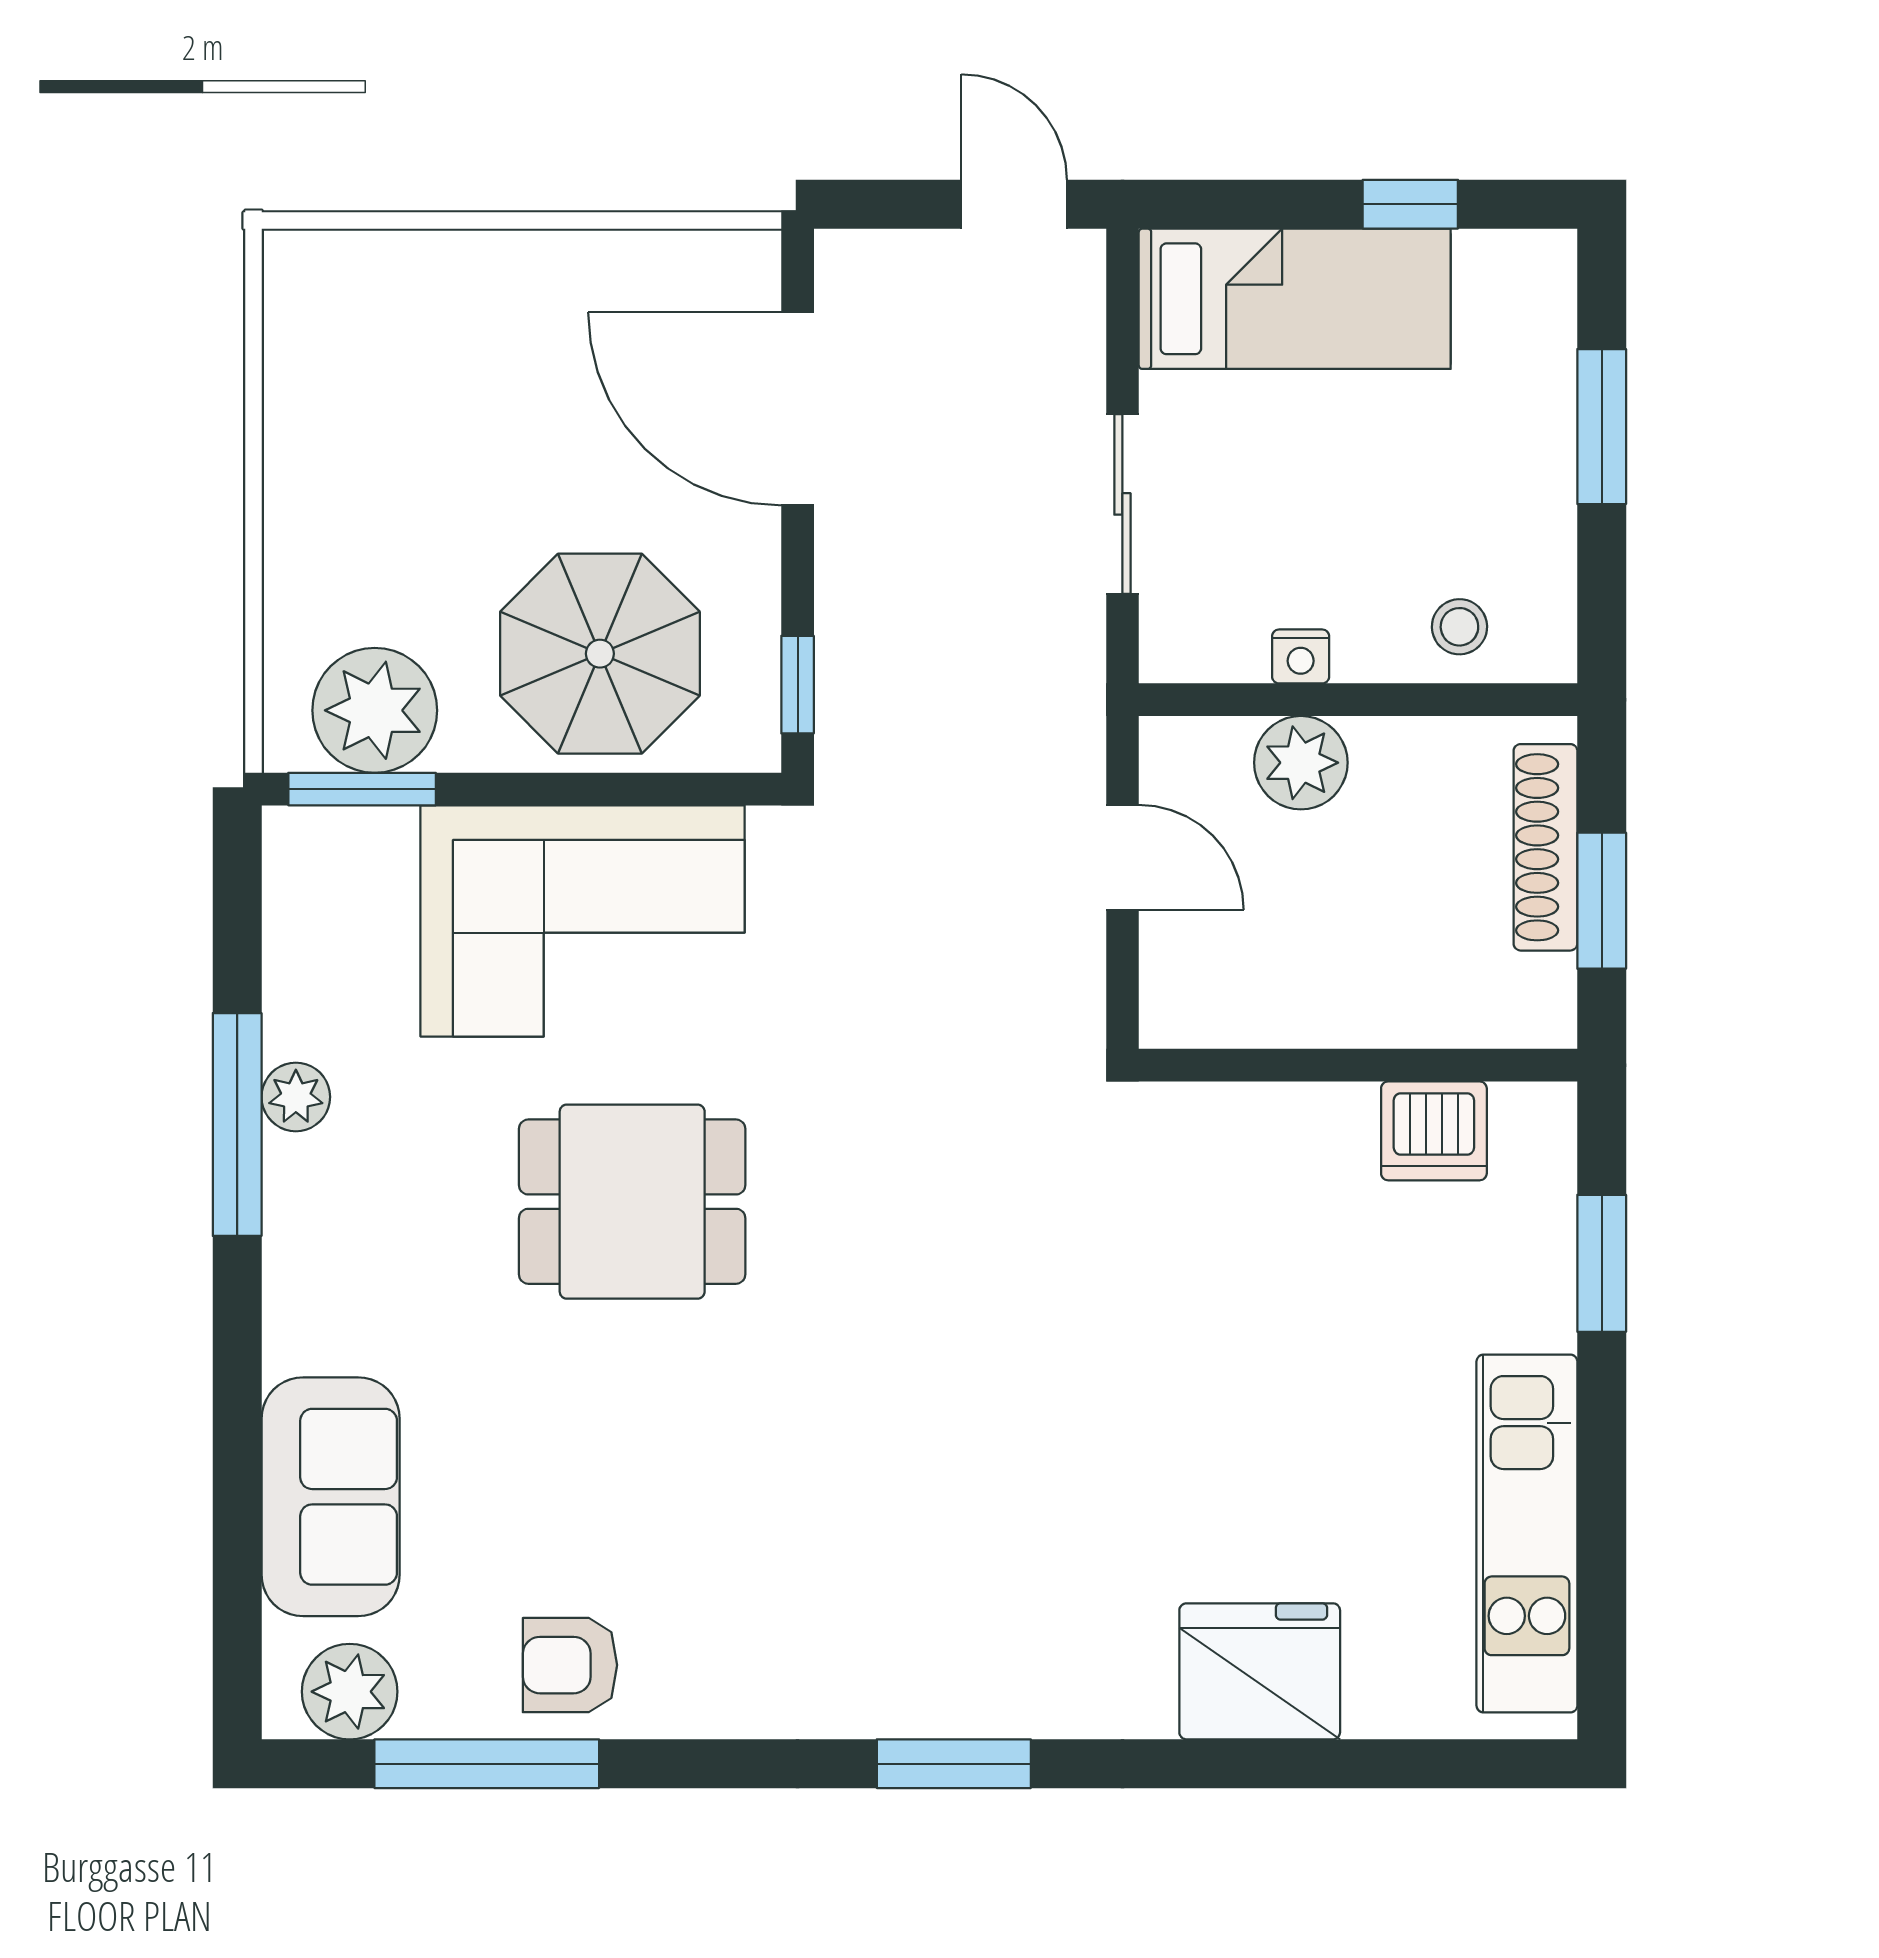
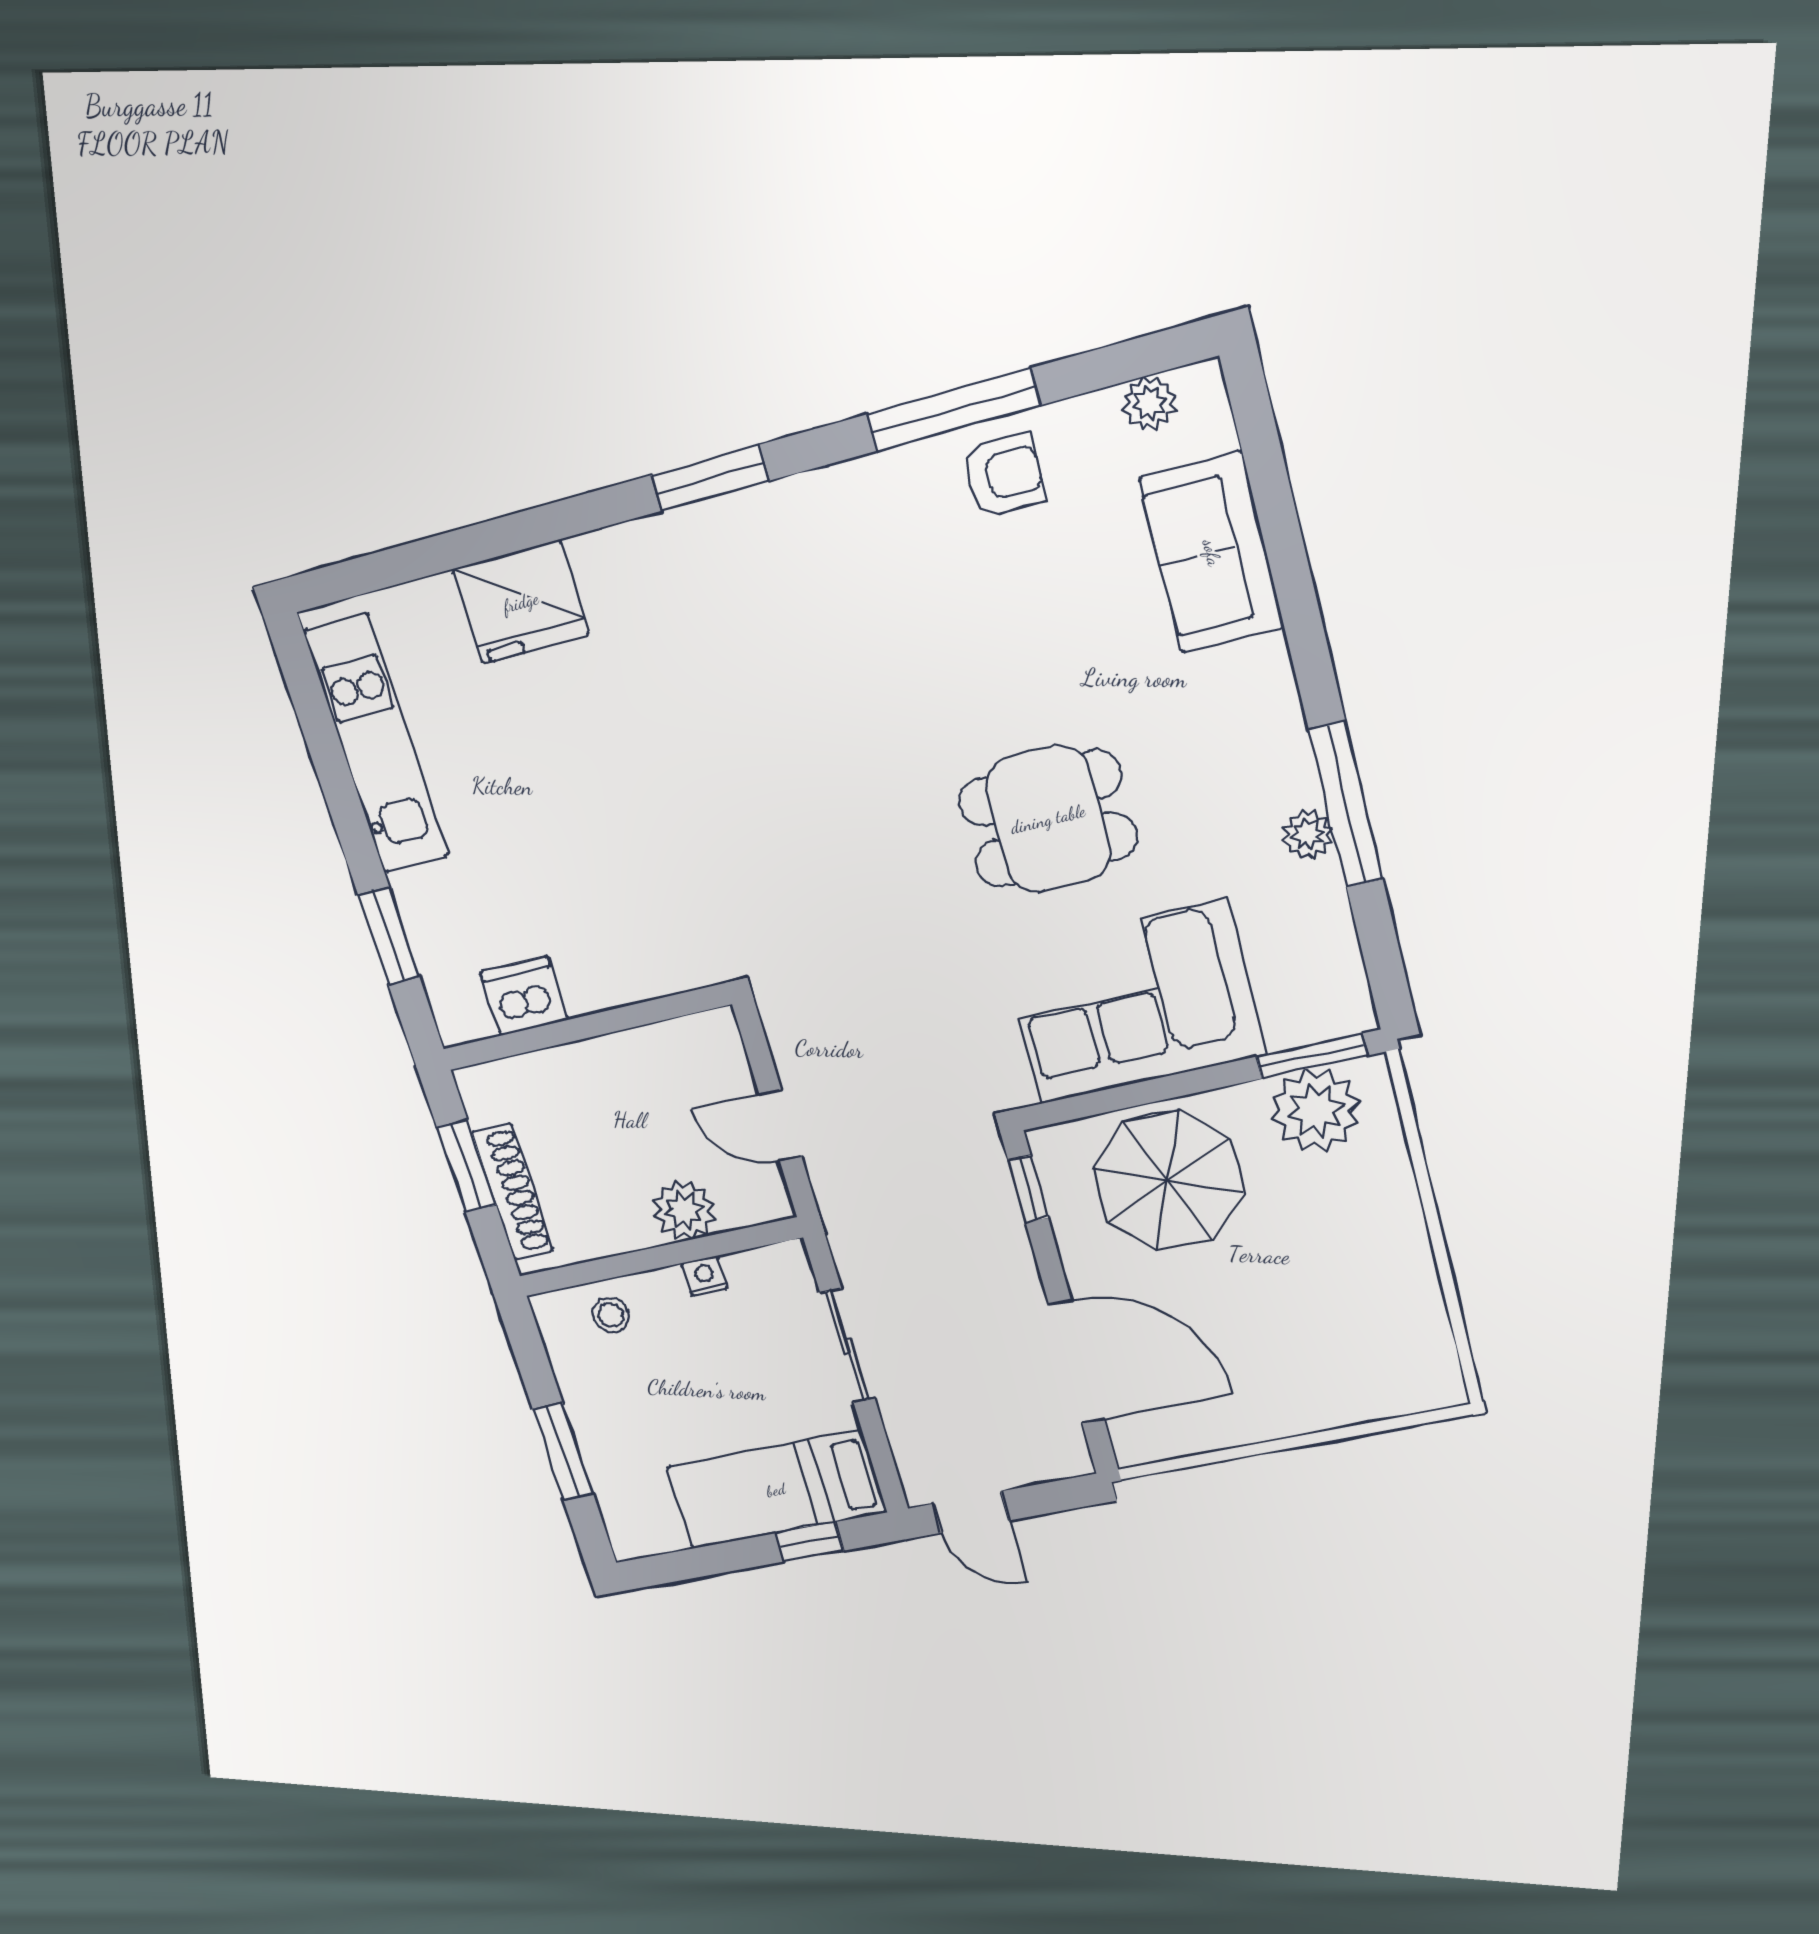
window: (1410, 204) -> (810, 1542), moved
plant: (350, 1692) -> (1149, 403), width x0.73, depth x0.73
window: (487, 1764) -> (953, 410), moved

